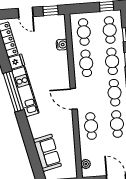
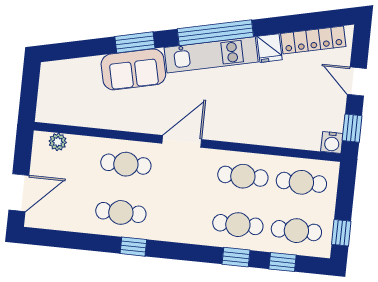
door: (26, 13) -> (357, 82), hinge flipped
water cooler: (62, 45) -> (332, 142), moved
cafe table: (115, 93) -> (179, 219), removed
window: (26, 133) -> (135, 42), added
sofa: (47, 153) -> (133, 69), moved

